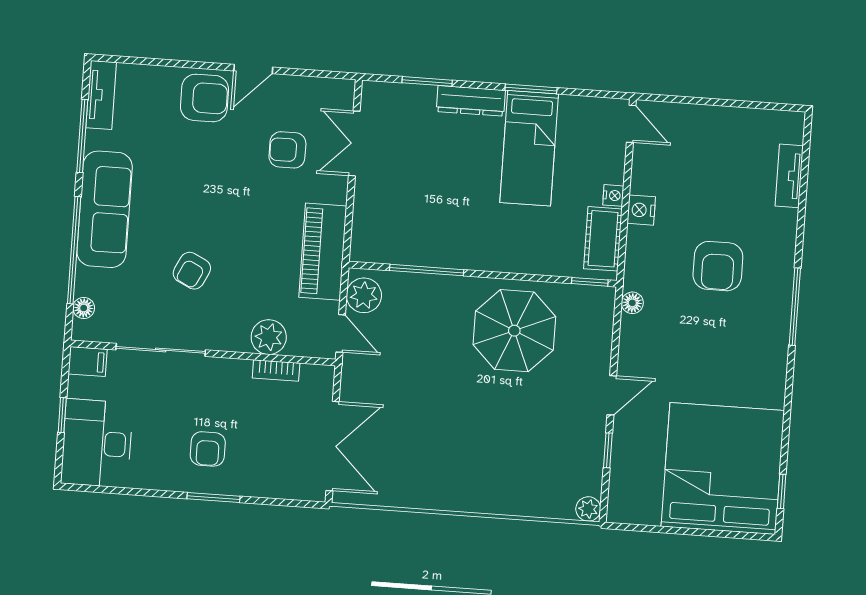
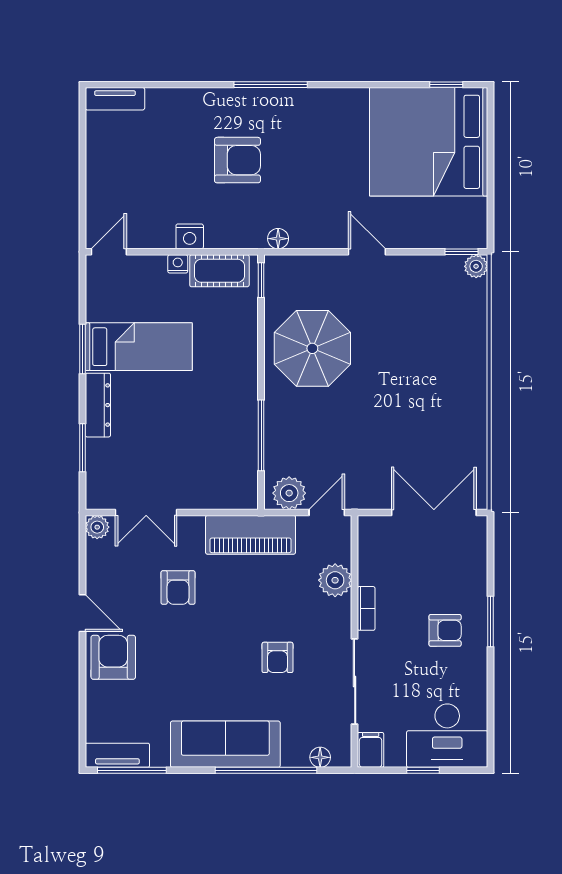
plant: (343, 91) -> (97, 527), added
window: (82, 136) -> (132, 770), moved
armchair: (287, 150) -> (178, 587), moved
tv unit: (789, 176) -> (115, 99), moved
armchair: (192, 271) -> (277, 657), turned 64
bookcase: (276, 370) -> (366, 608), moved
window: (608, 450) -> (461, 252), moved

